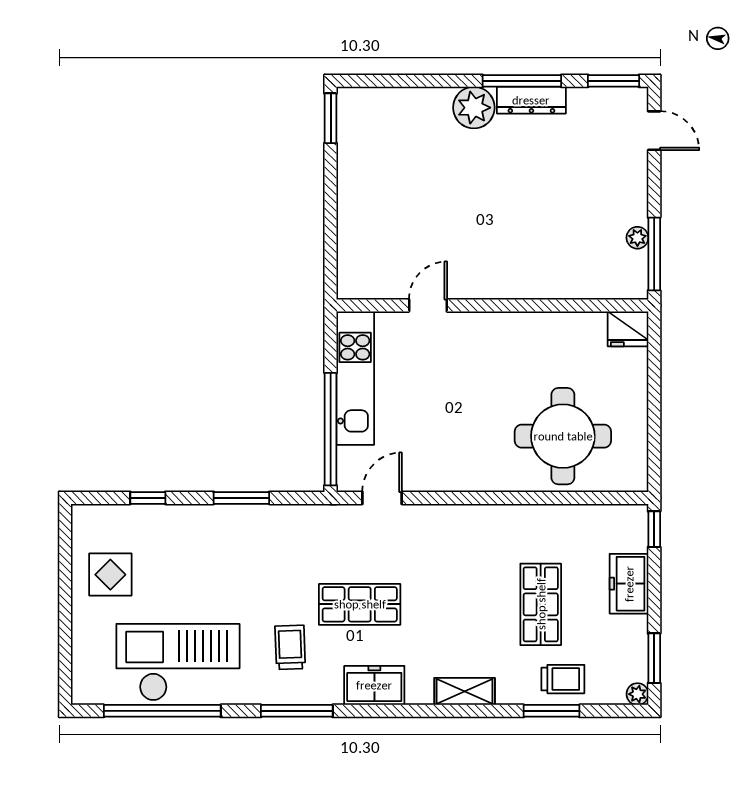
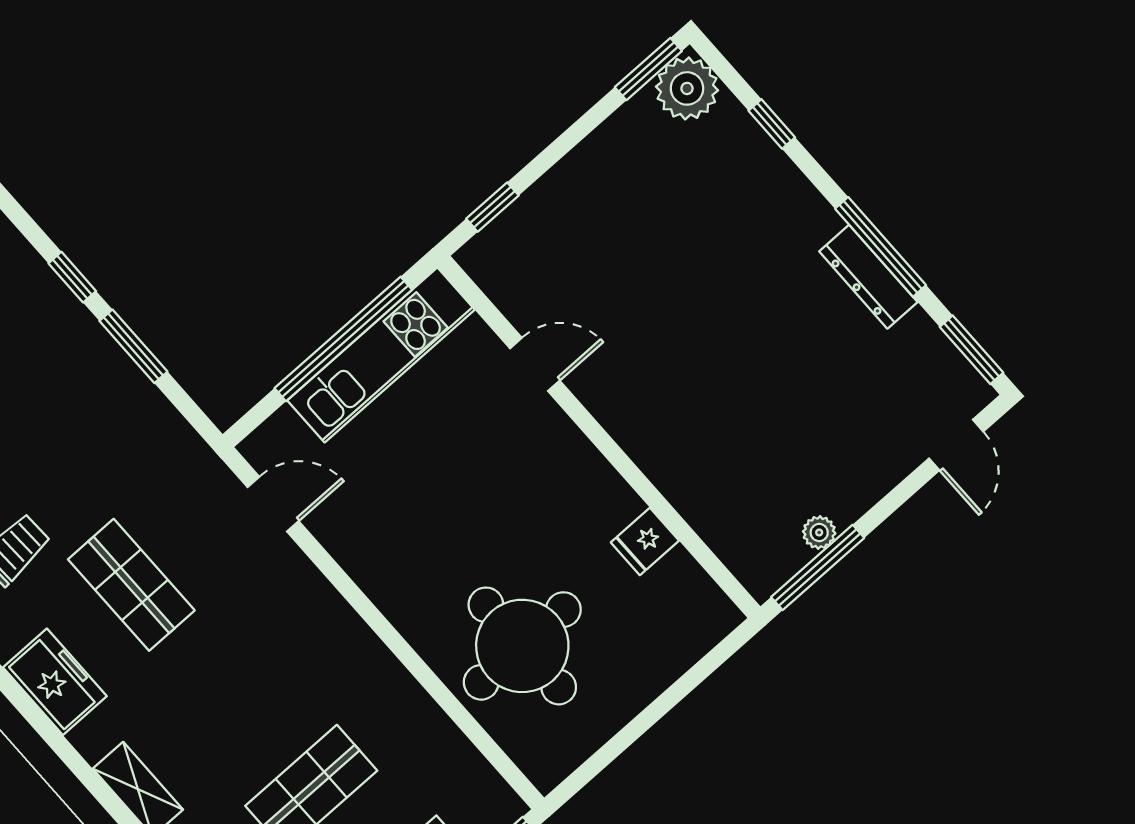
window: (412, 81) -> (772, 124), added
plant: (474, 108) -> (687, 88), moved
window: (331, 257) -> (492, 207), added
fridge: (628, 329) -> (645, 542), moved, width x0.72
window: (331, 429) -> (343, 339), moved
window: (148, 498) -> (72, 277), moved

